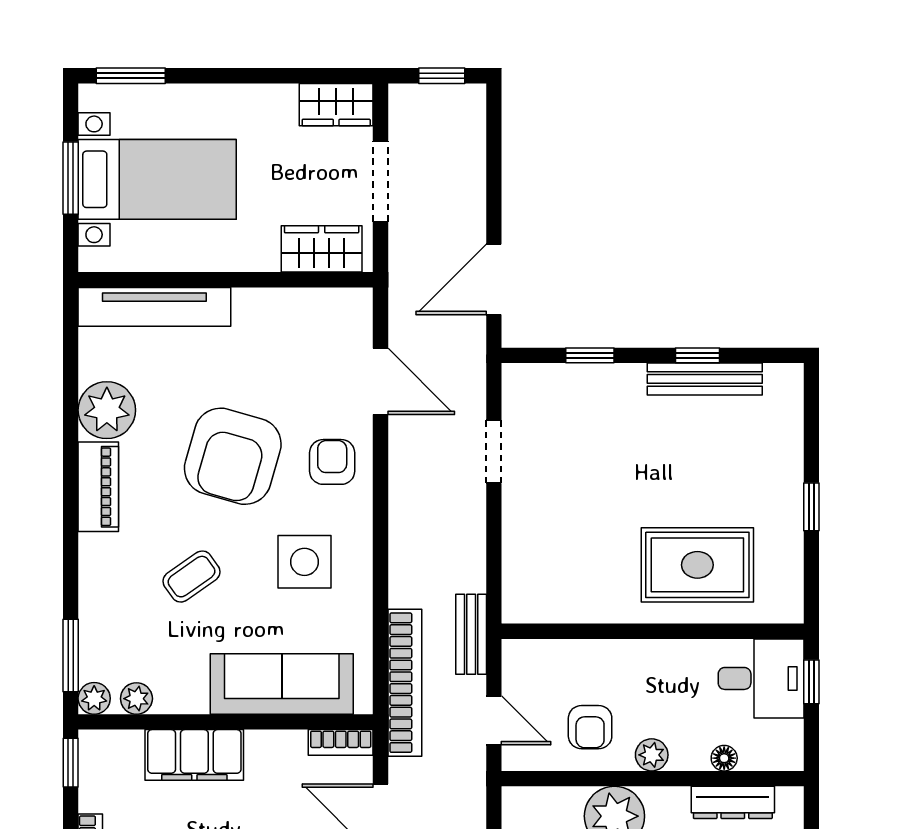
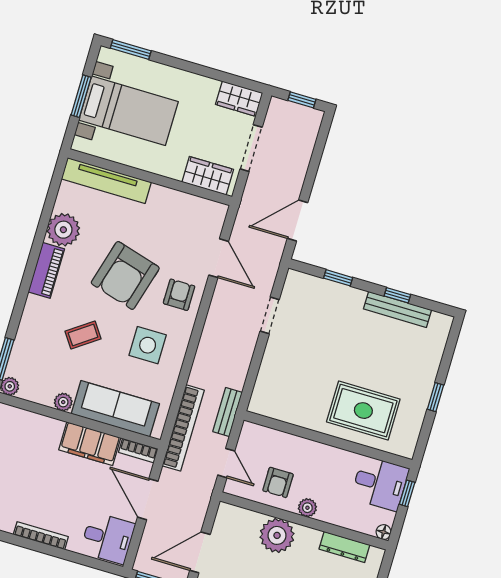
plant: (136, 699) -> (63, 402), moved
filing cabinet: (194, 755) -> (90, 444), moved
floor lamp: (724, 758) -> (384, 532), moved

